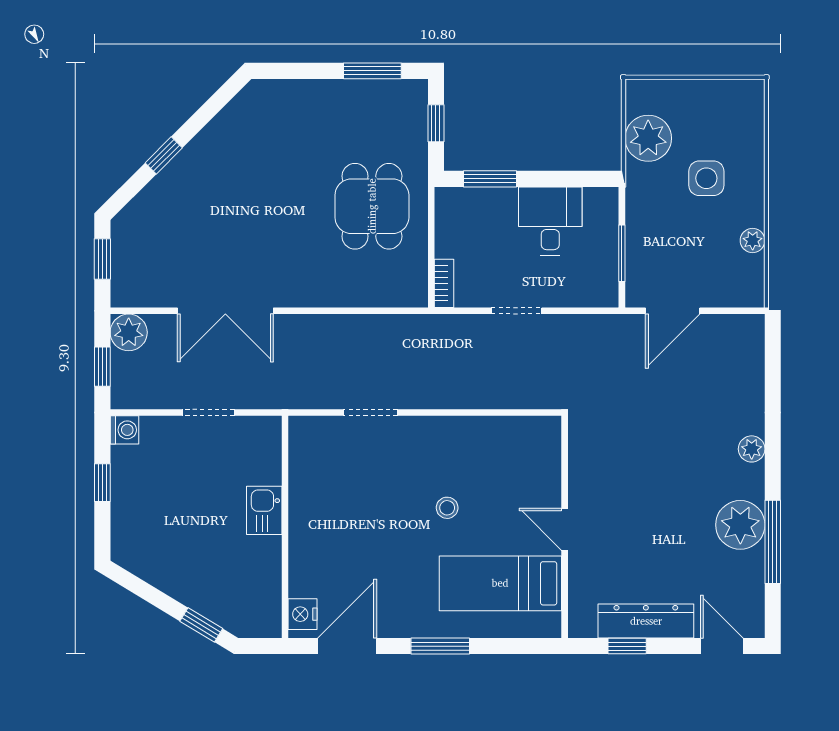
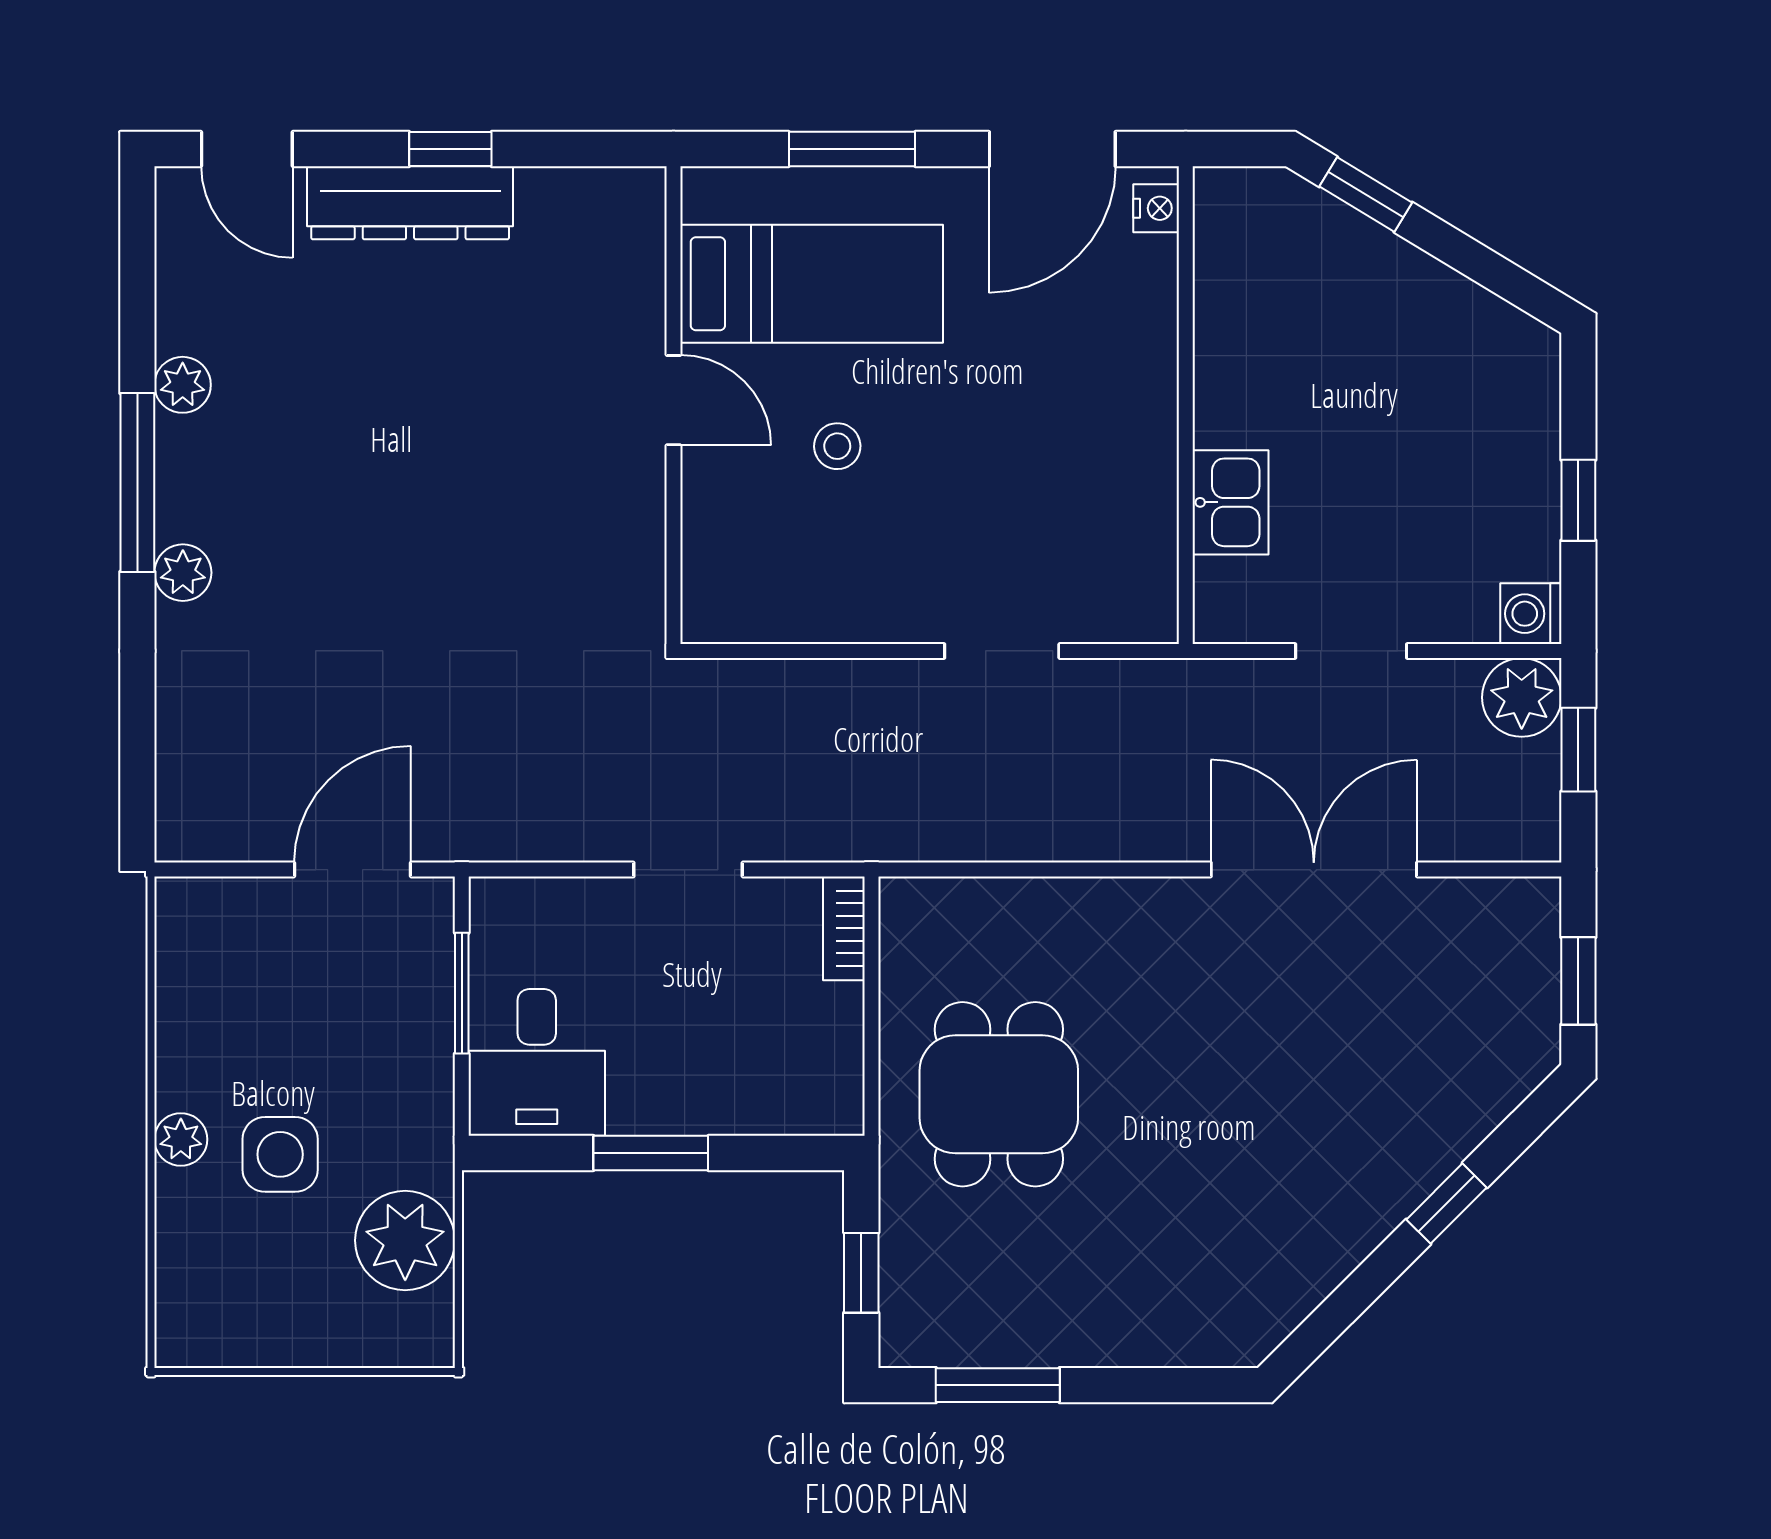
window: (490, 179) -> (651, 1153), moved
desk: (550, 221) -> (537, 1062), moved
plant: (753, 240) -> (181, 1139), moved
plant: (129, 332) -> (1522, 697), moved
kitchen sink: (264, 510) -> (1230, 502), moved
plant: (740, 525) -> (183, 385), width x0.53, depth x0.53
wall: (565, 527) -> (673, 405), moved
door: (565, 529) -> (673, 400), moved
window: (773, 542) -> (137, 482), moved
bed: (500, 583) -> (812, 284), moved
nightstand: (302, 614) -> (1156, 208), width x0.72, depth x0.74

